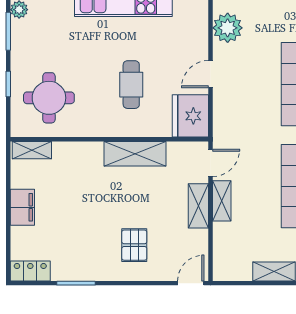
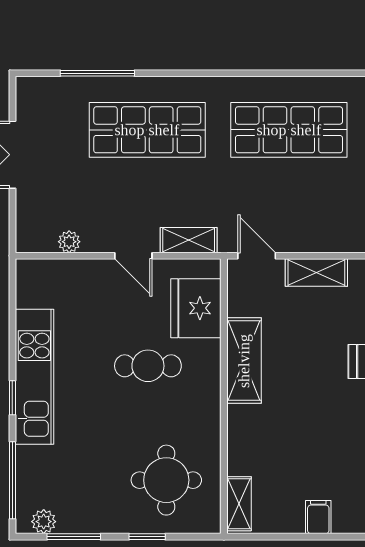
plant: (228, 28) -> (69, 242), width x0.53, depth x0.53
fridge: (190, 116) -> (196, 308), moved, turned 90
shelving: (222, 201) -> (189, 240), moved
filing cabinet: (22, 207) -> (318, 517), width x0.50

